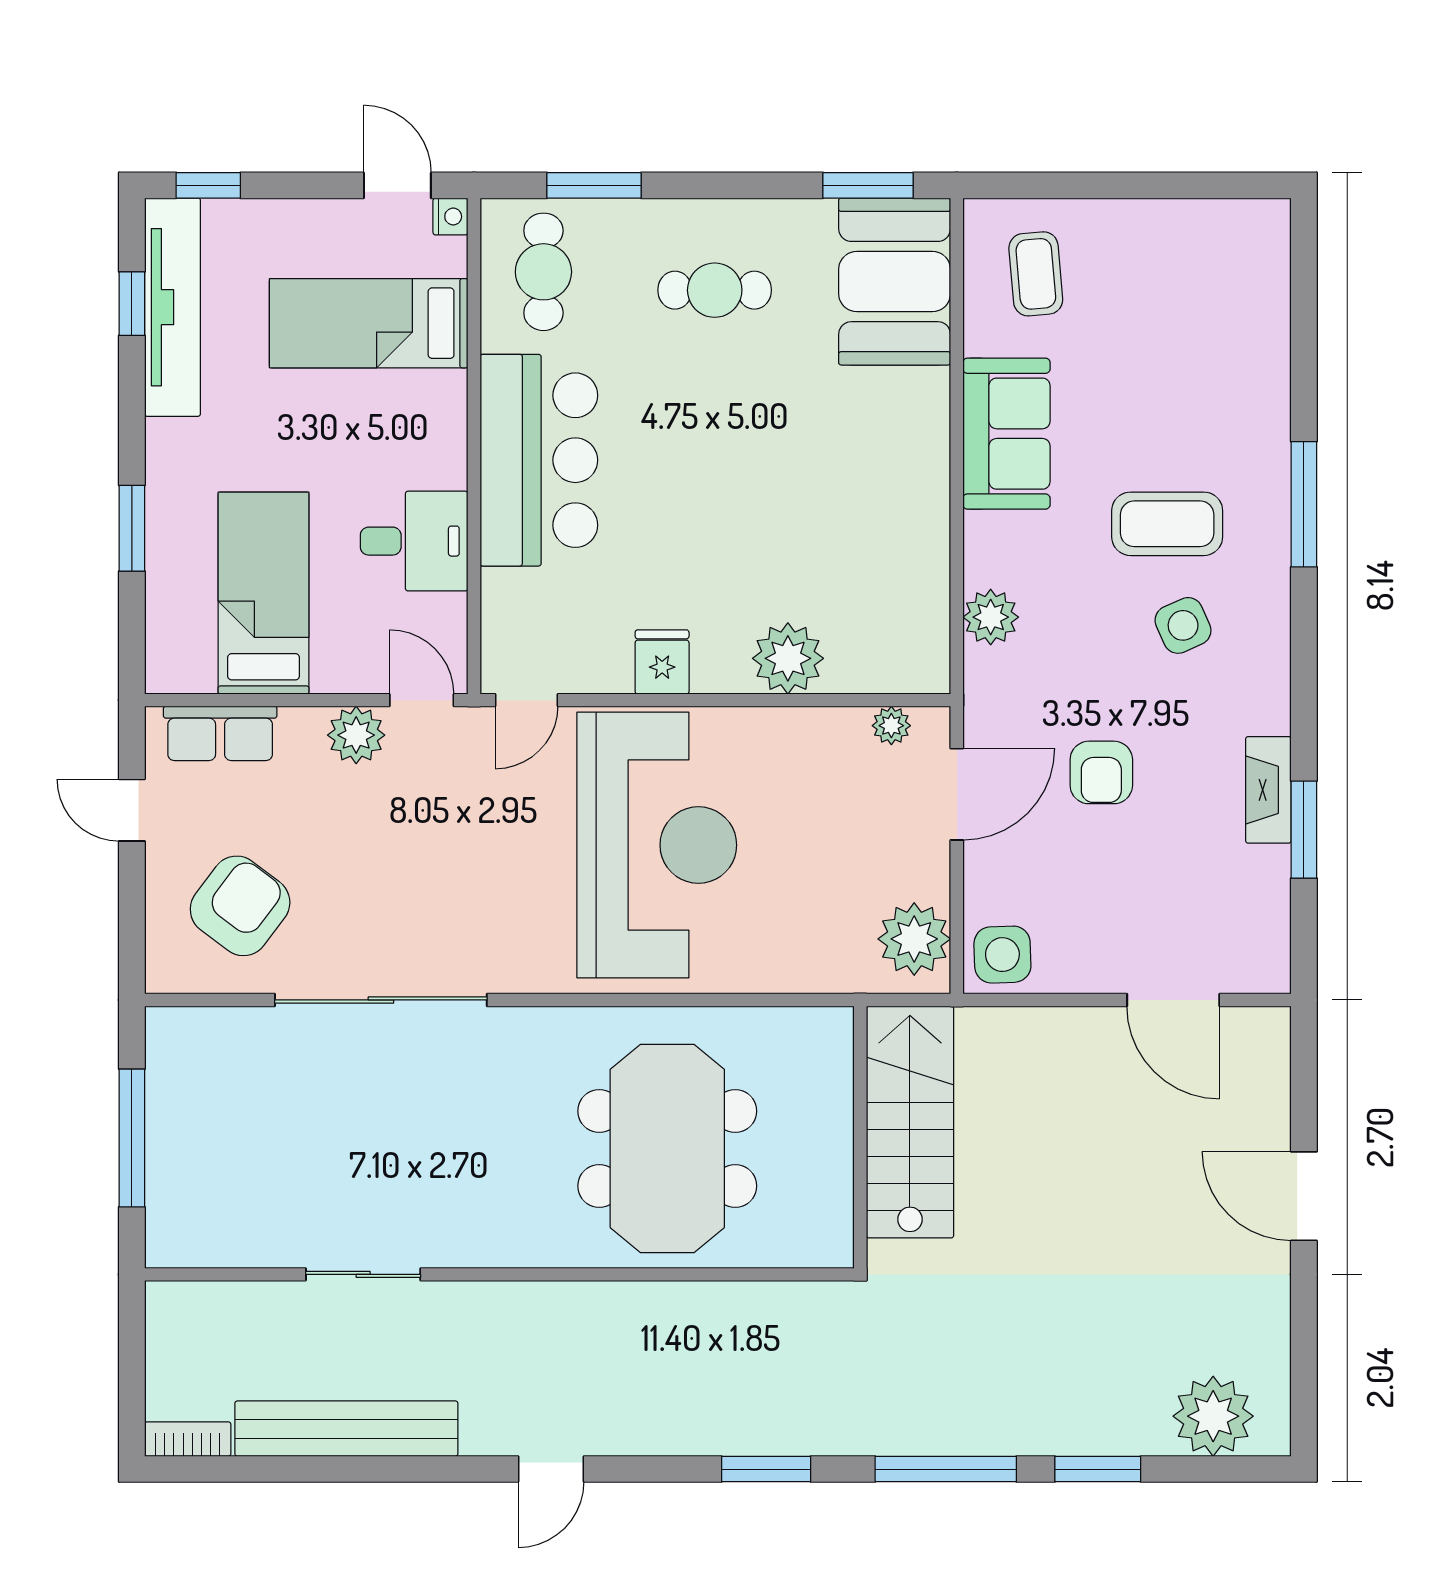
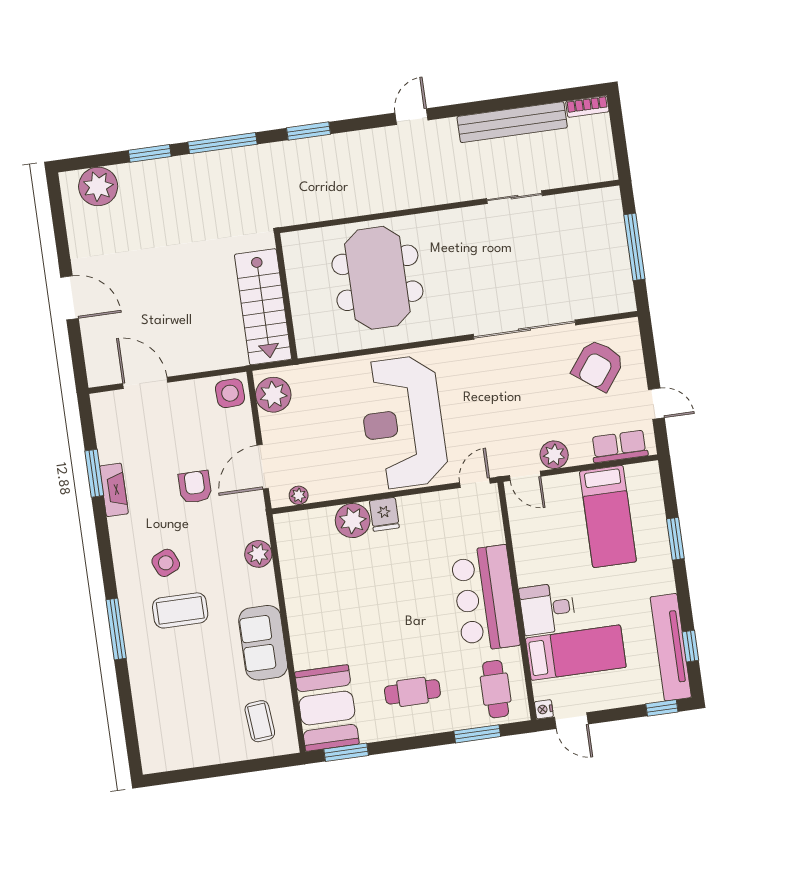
desk: (414, 541) -> (547, 609), moved
fridge: (662, 662) -> (384, 514), moved

